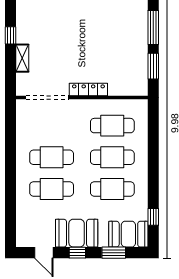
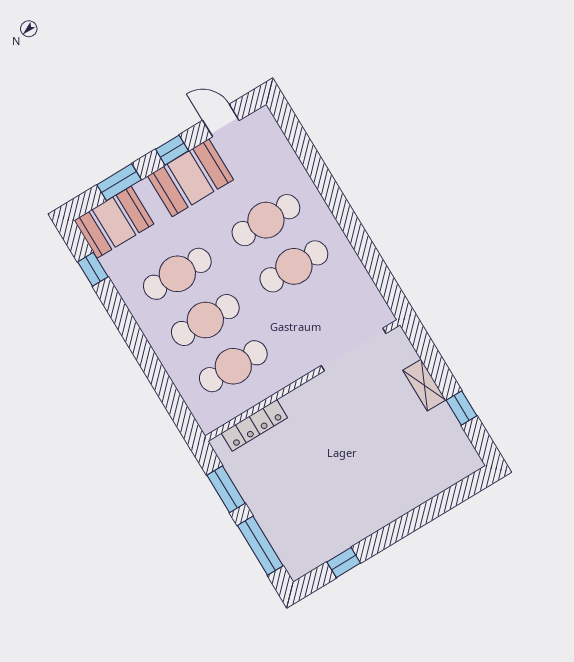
locker: (88, 90) -> (254, 425), moved

